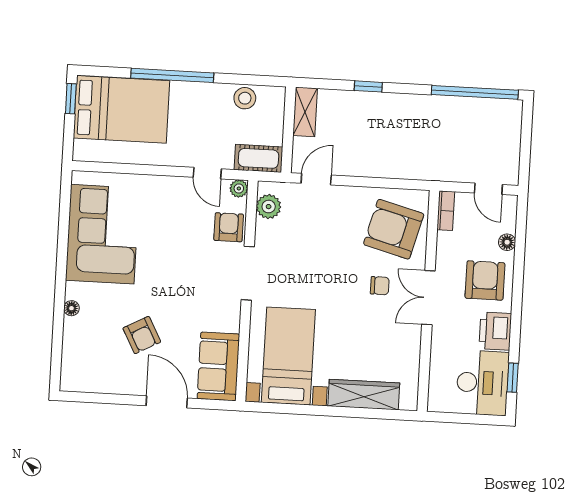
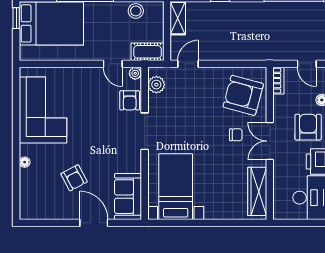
armchair: (229, 227) -> (130, 100), turned 180
wardrobe: (364, 395) -> (257, 191), moved, turned -90

